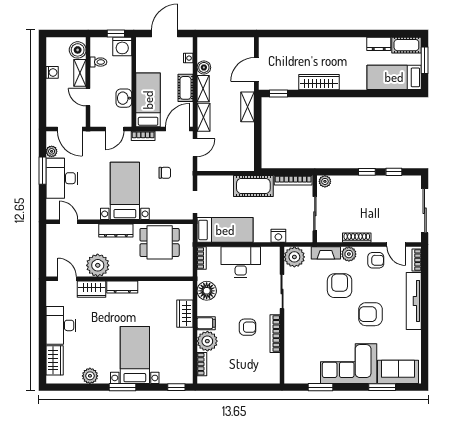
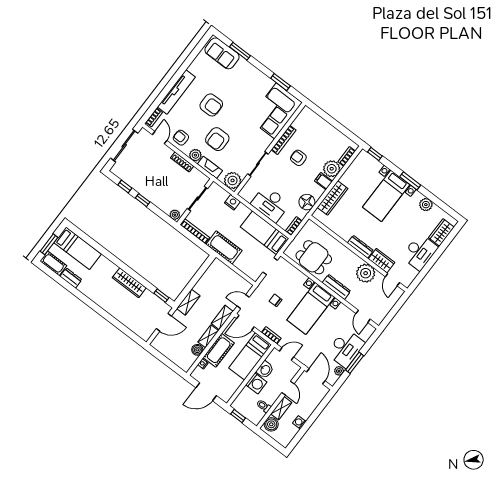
washing machine: (122, 46) -> (256, 383), moved, turned 90
cot: (185, 88) -> (219, 350), width x1.37, depth x1.34
wardrobe: (185, 314) -> (333, 198), width x1.50
corner sofa: (349, 364) -> (275, 111), moved, turned 90

